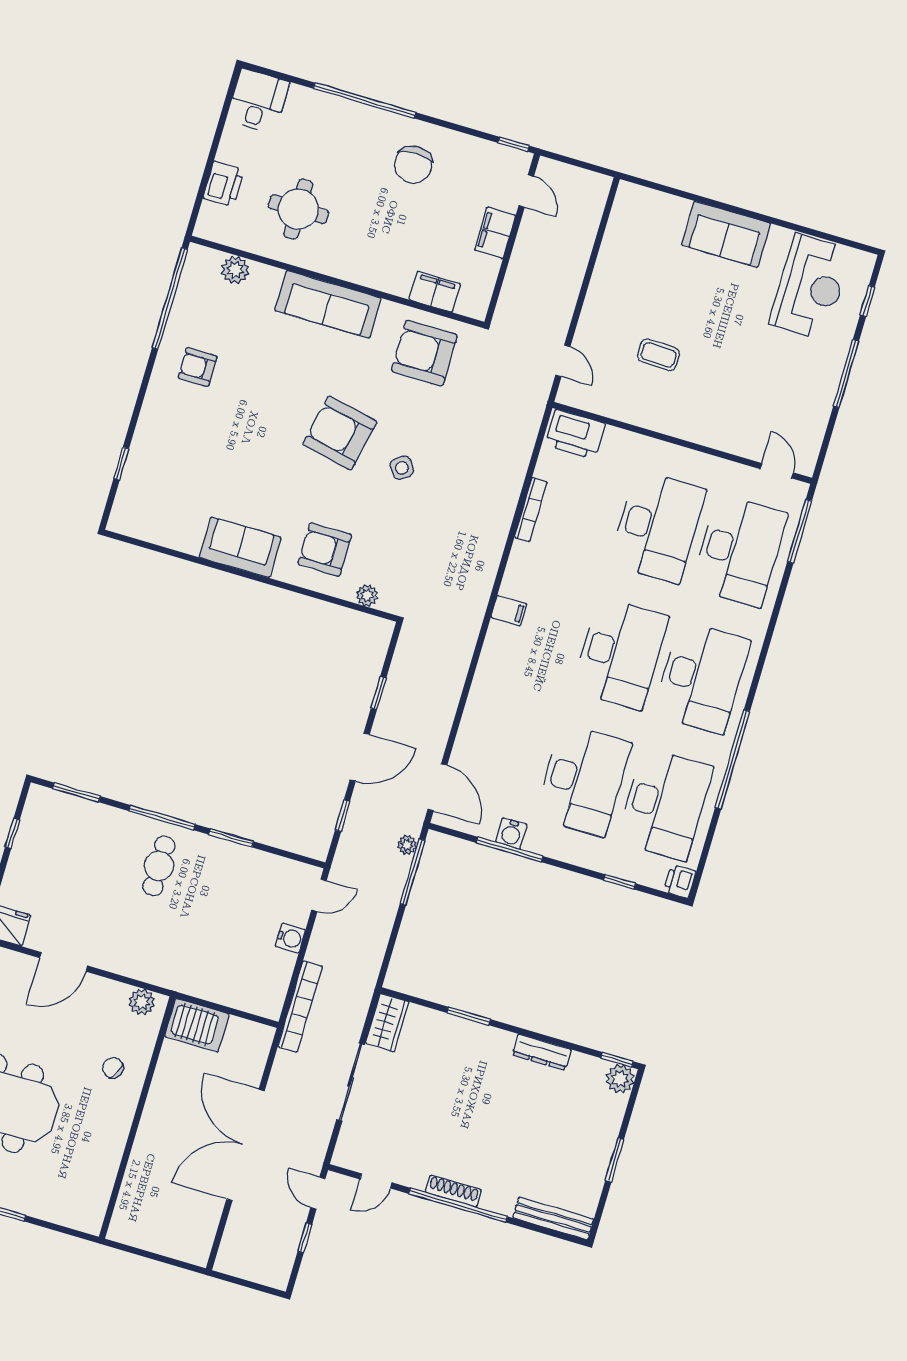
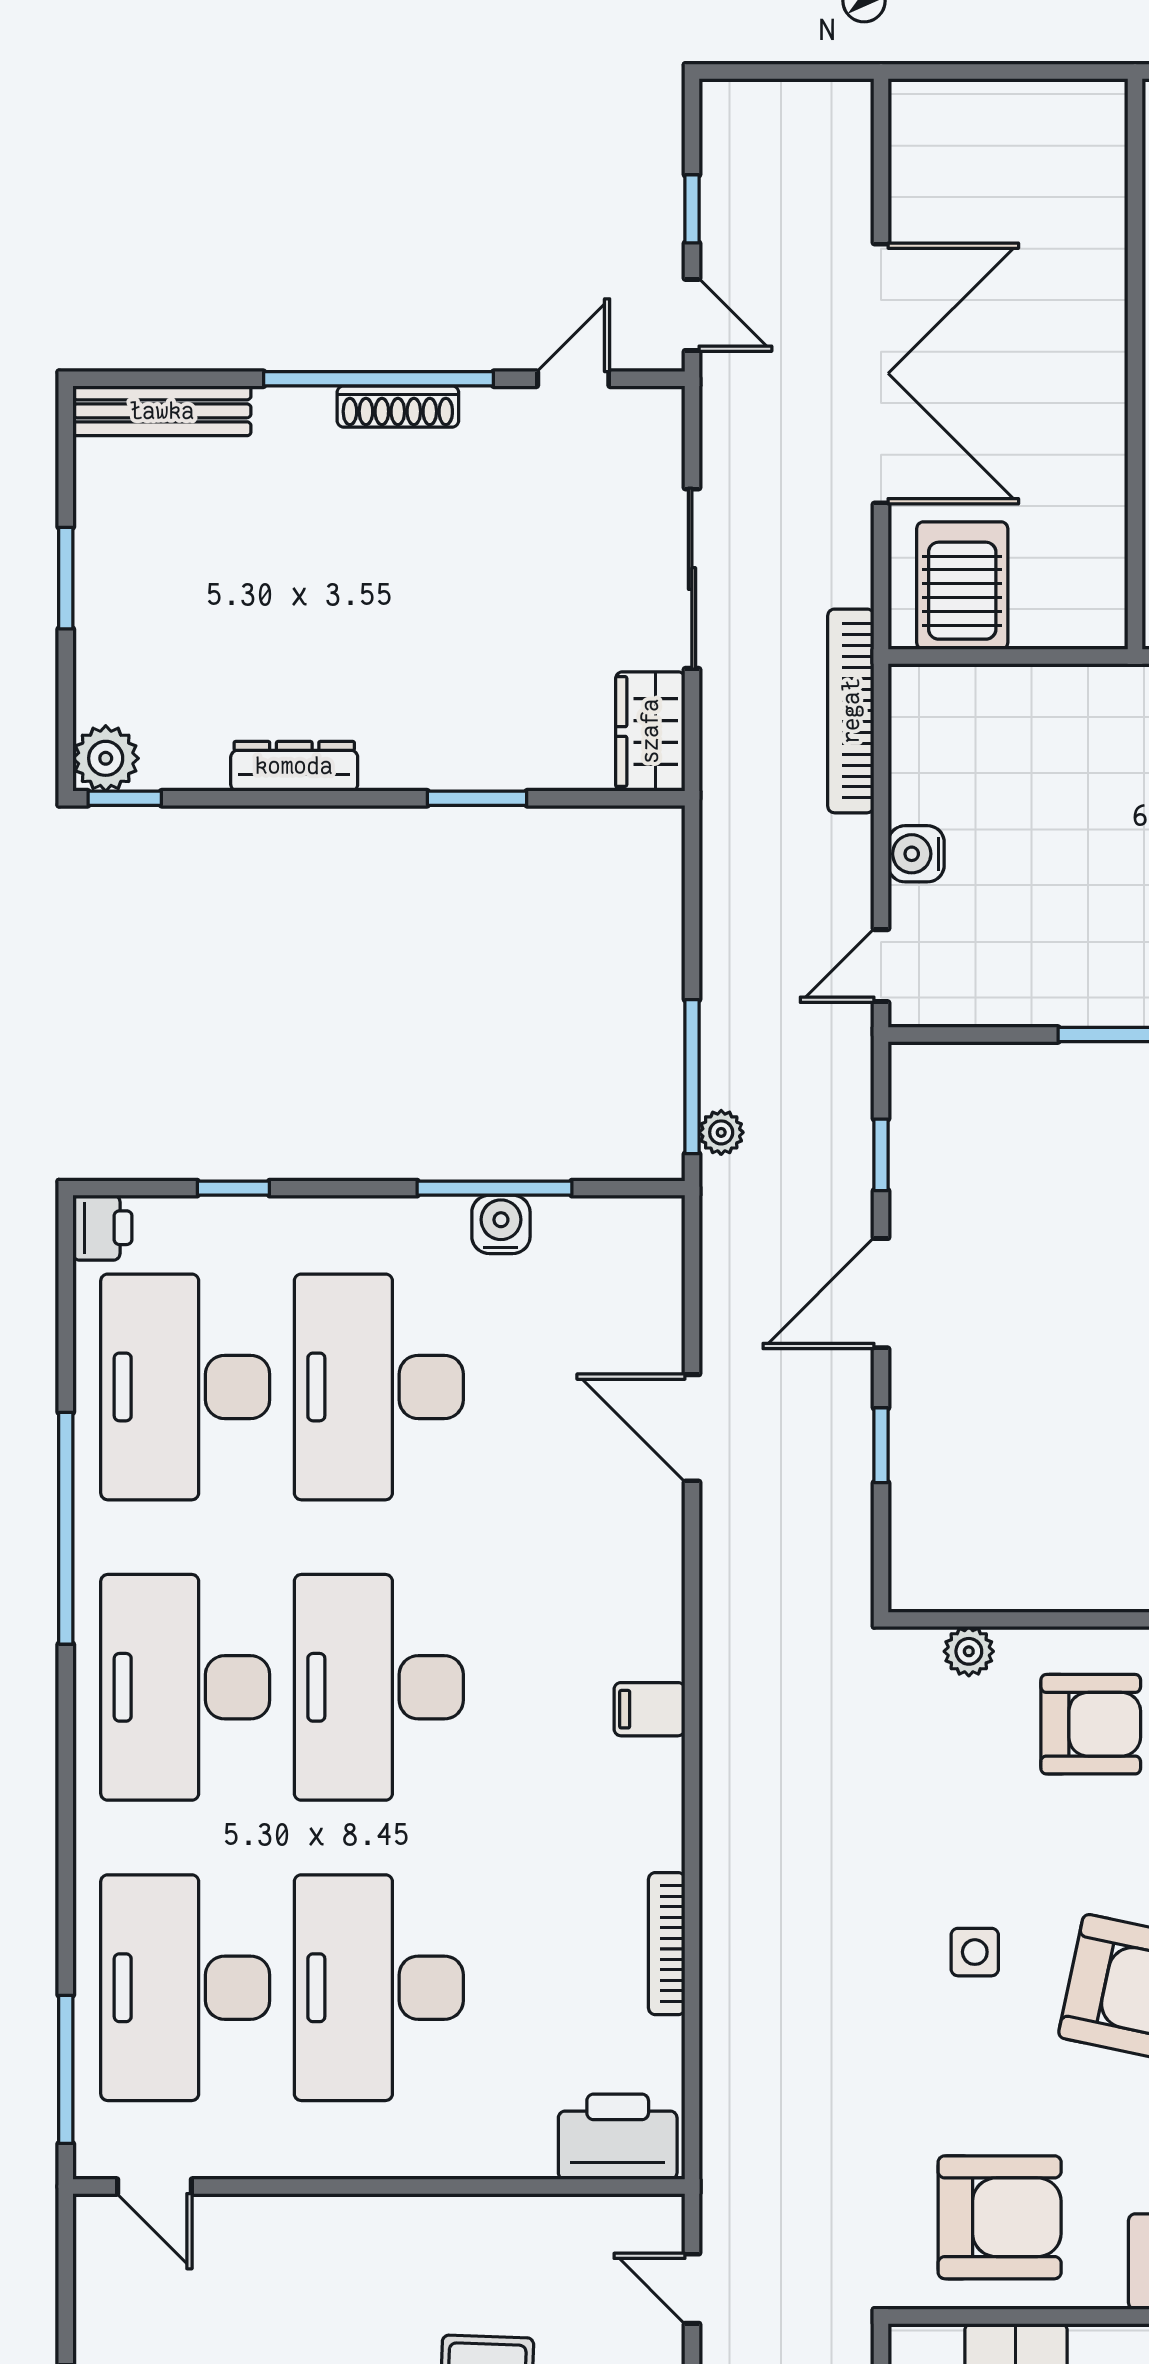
side table: (402, 468) -> (975, 1952), turned 33
door: (437, 787) -> (692, 1428), moved
server rack: (197, 1025) -> (962, 586), moved, turned 90

